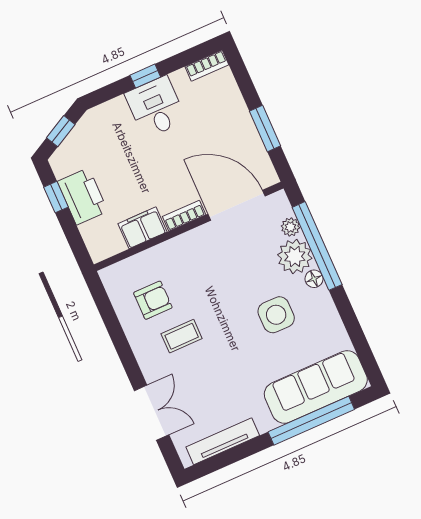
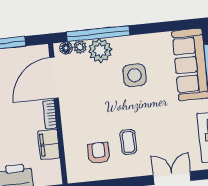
floor lamp: (314, 279) -> (66, 48), moved

